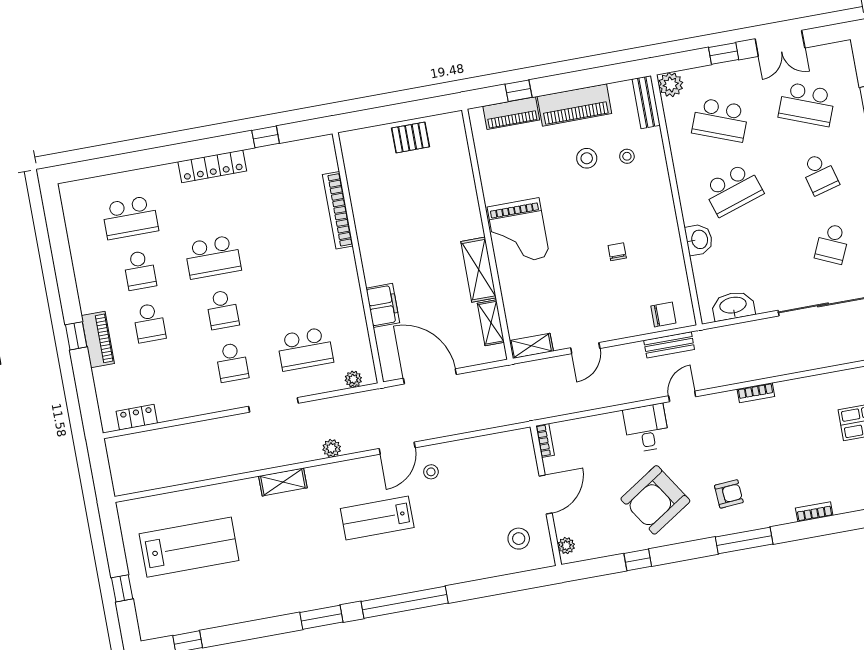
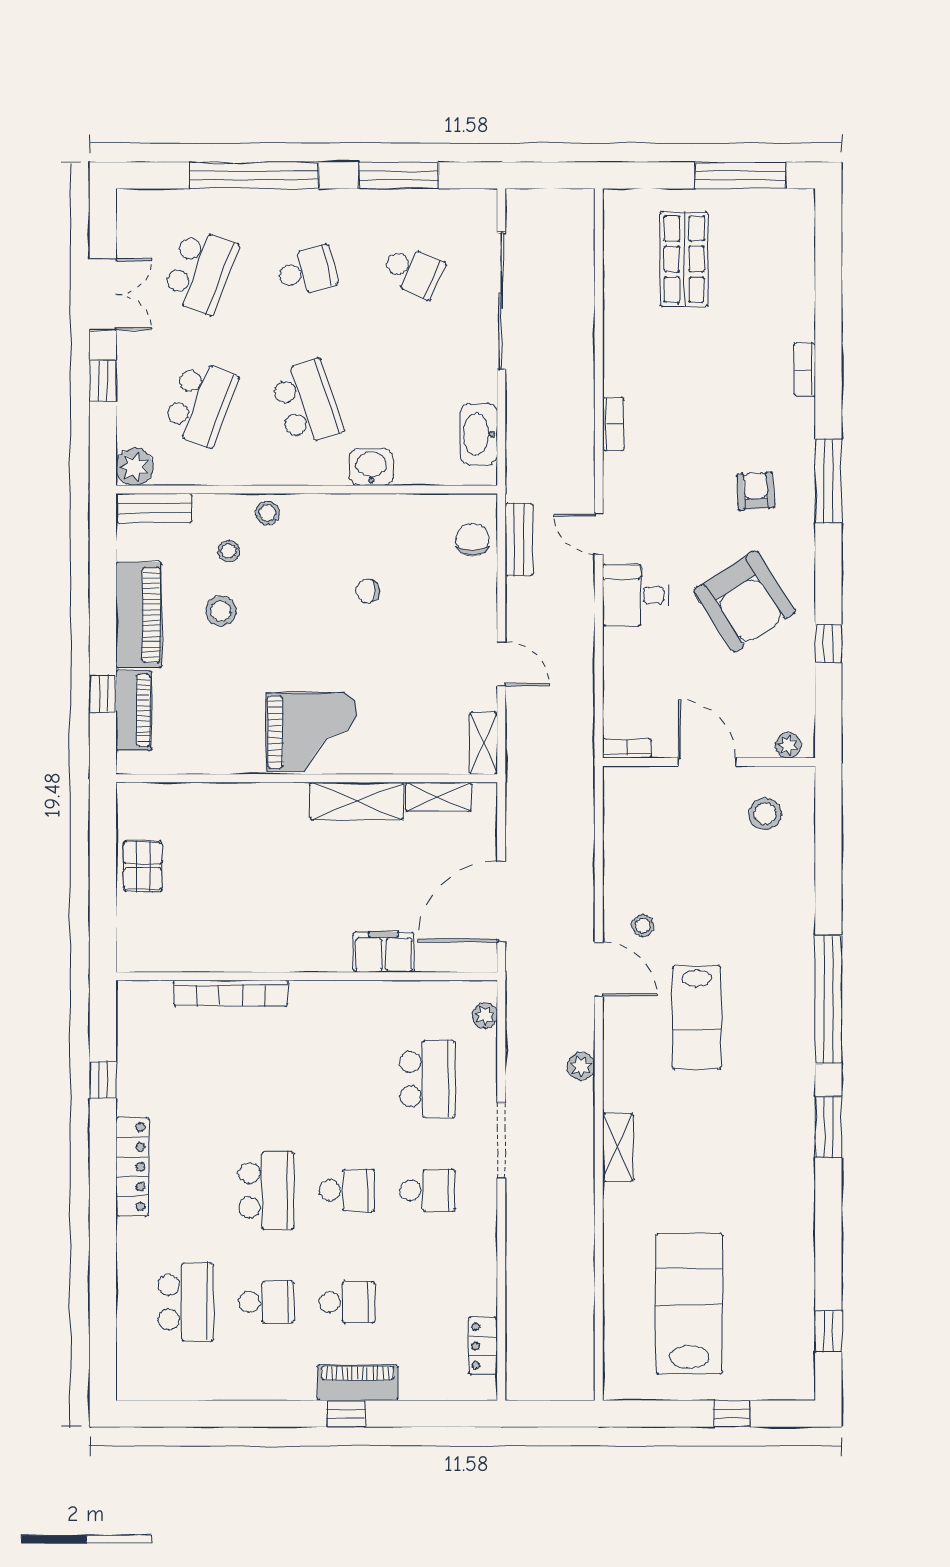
stool: (656, 177) -> (268, 513), added

